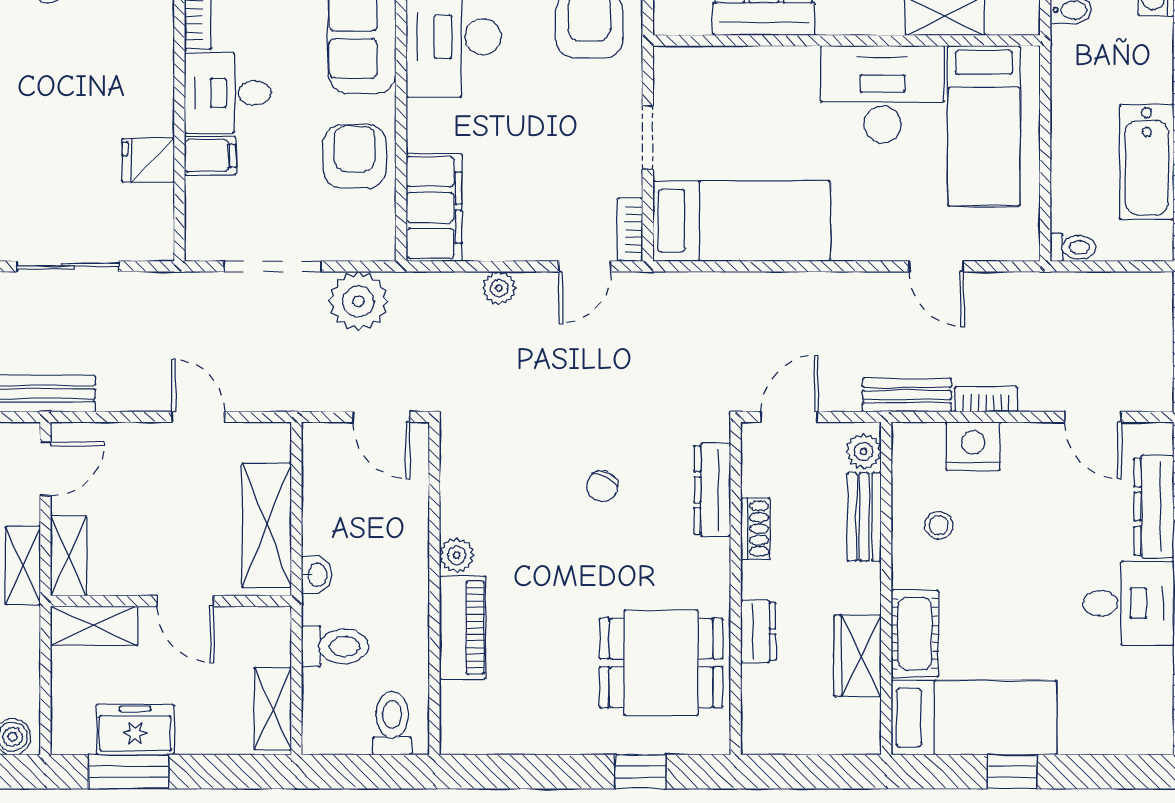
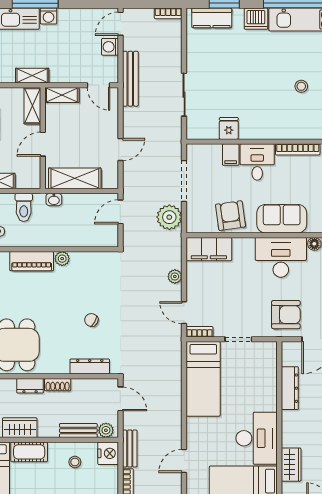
armchair: (355, 156) -> (230, 216), turned -98
door: (381, 417) -> (120, 212), moved
nightstand: (973, 446) -> (108, 453), moved
shoe rack: (756, 529) -> (58, 385), moved
shelving: (23, 565) -> (32, 76), moved

